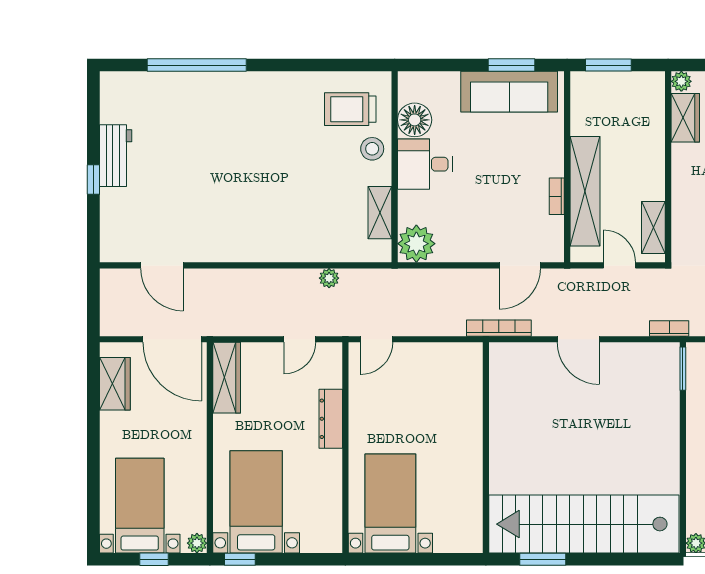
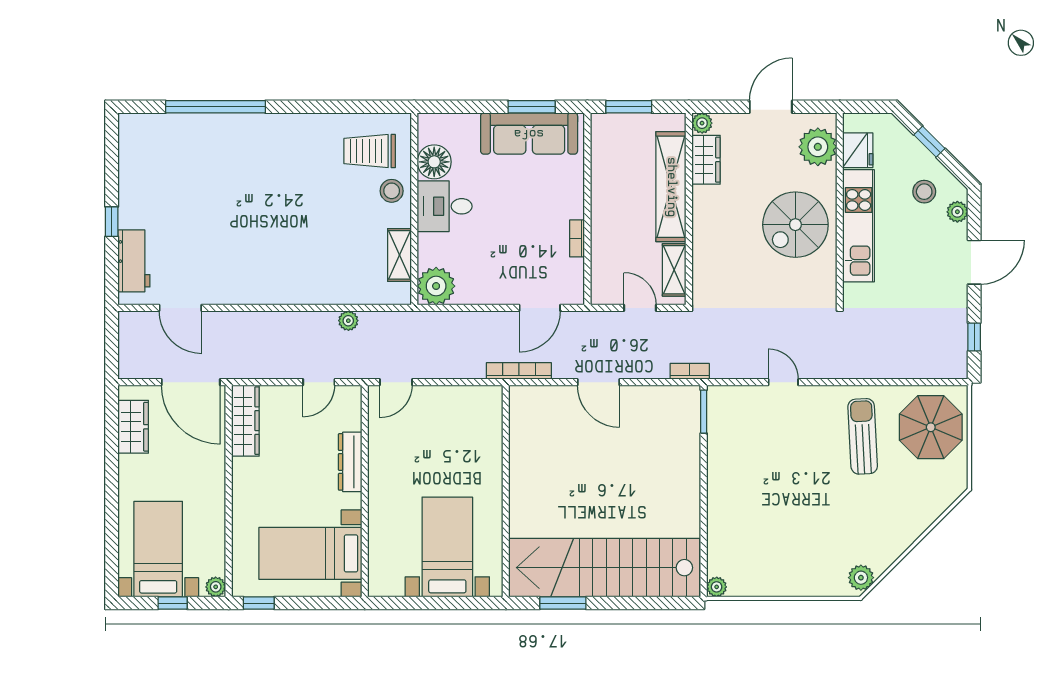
workbench: (116, 156) -> (134, 261), moved
shelving: (585, 191) -> (671, 187), moved
bed with nightstands: (256, 502) -> (310, 553), moved, turned -90
bed with nightstands: (390, 503) -> (447, 547), moved

